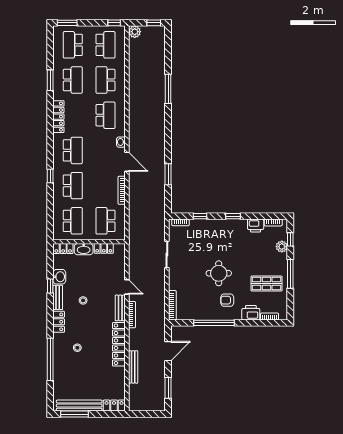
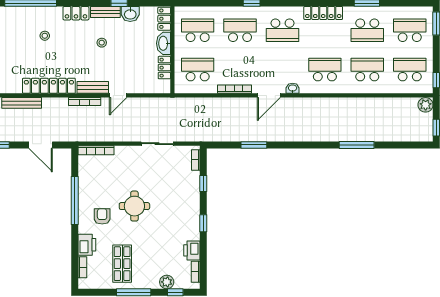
school desk: (105, 45) -> (410, 70), turned 180
school desk: (105, 115) -> (325, 70), turned 180
school desk: (73, 186) -> (240, 30), turned 180
school desk: (73, 221) -> (198, 30), turned 180

